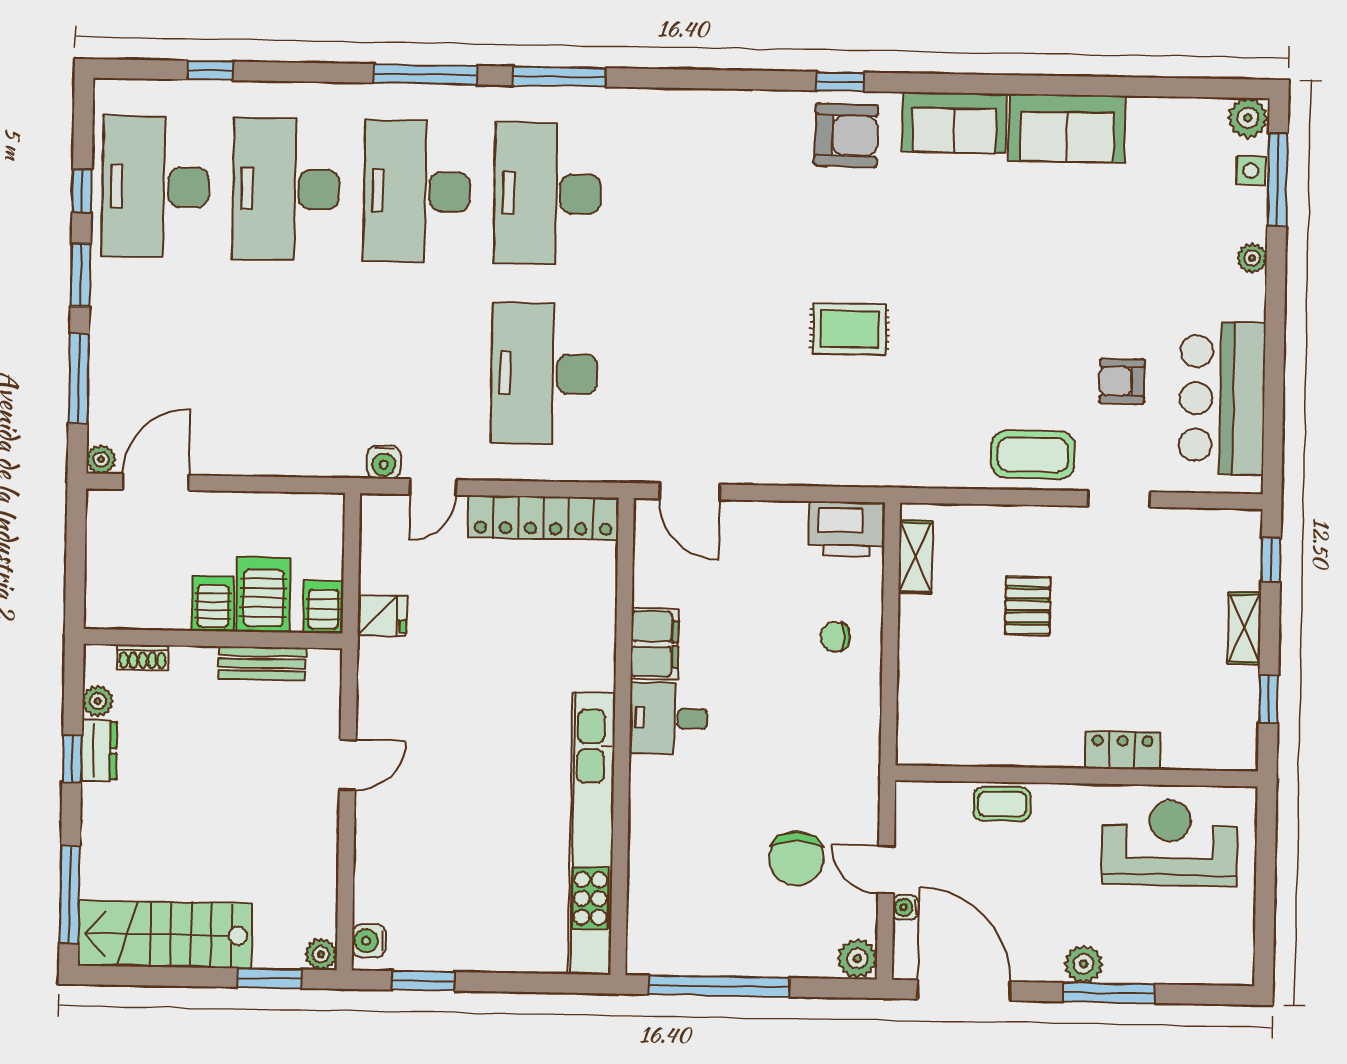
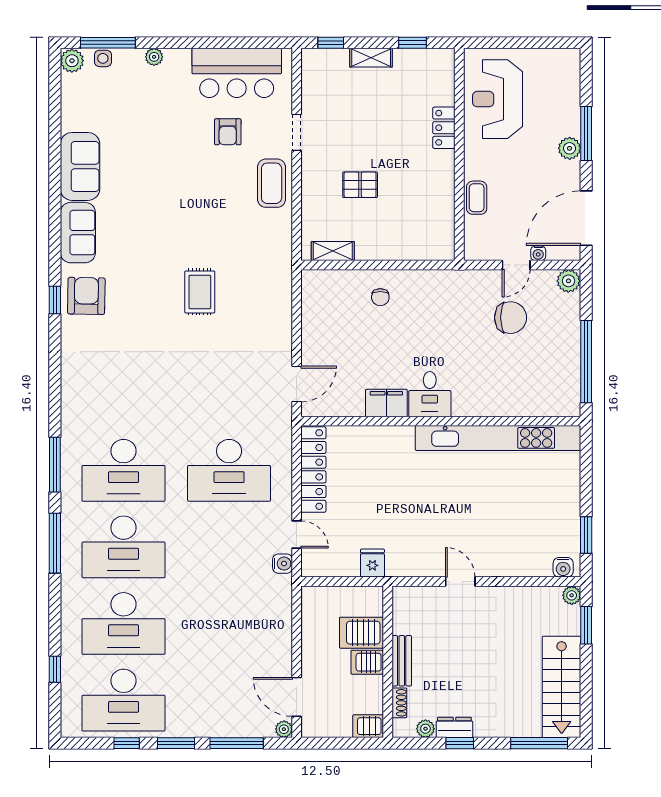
printer: (847, 529) -> (317, 292), removed
server rack: (323, 607) -> (368, 726), moved
bench: (262, 663) -> (402, 661), moved

